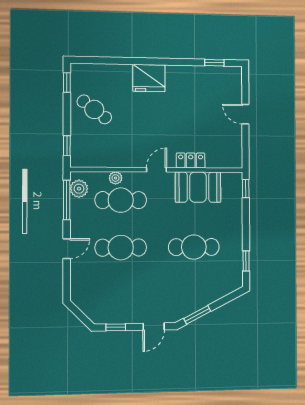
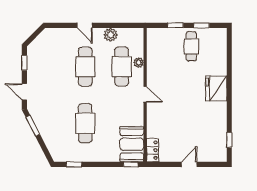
window: (67, 83) -> (202, 25), moved
cafe table: (94, 109) -> (191, 46), turned -37
window: (67, 146) -> (175, 25), moved
locker: (191, 160) -> (153, 150), moved
booth: (198, 187) -> (132, 144), moved
plant: (79, 189) -> (110, 35), moved
window: (67, 200) -> (122, 25), removed

